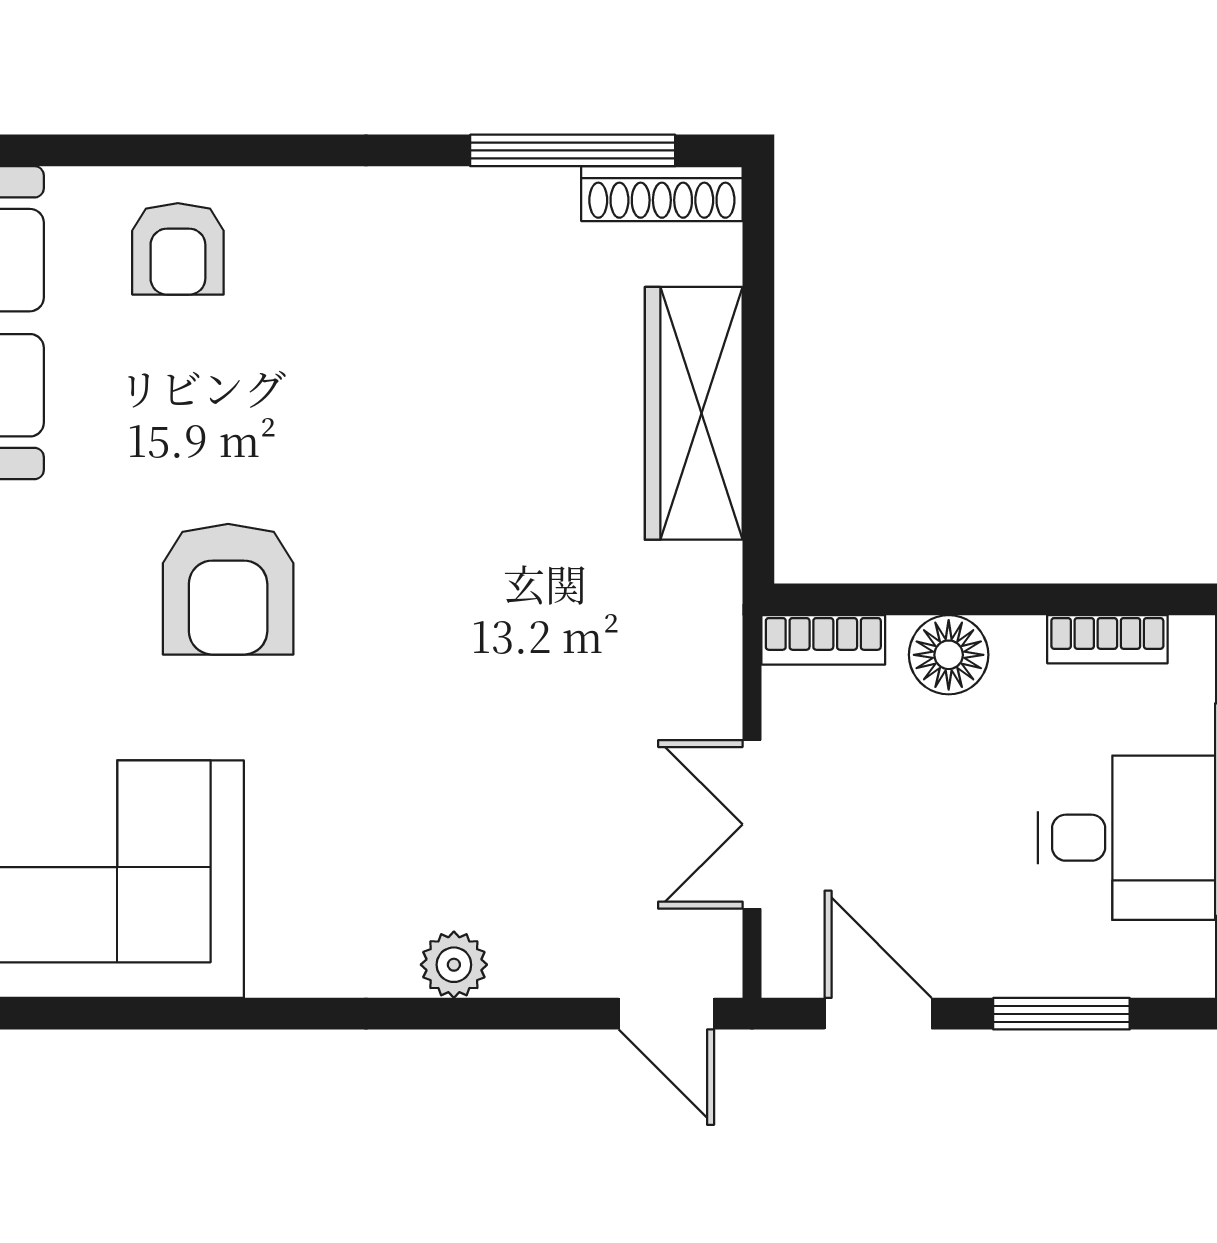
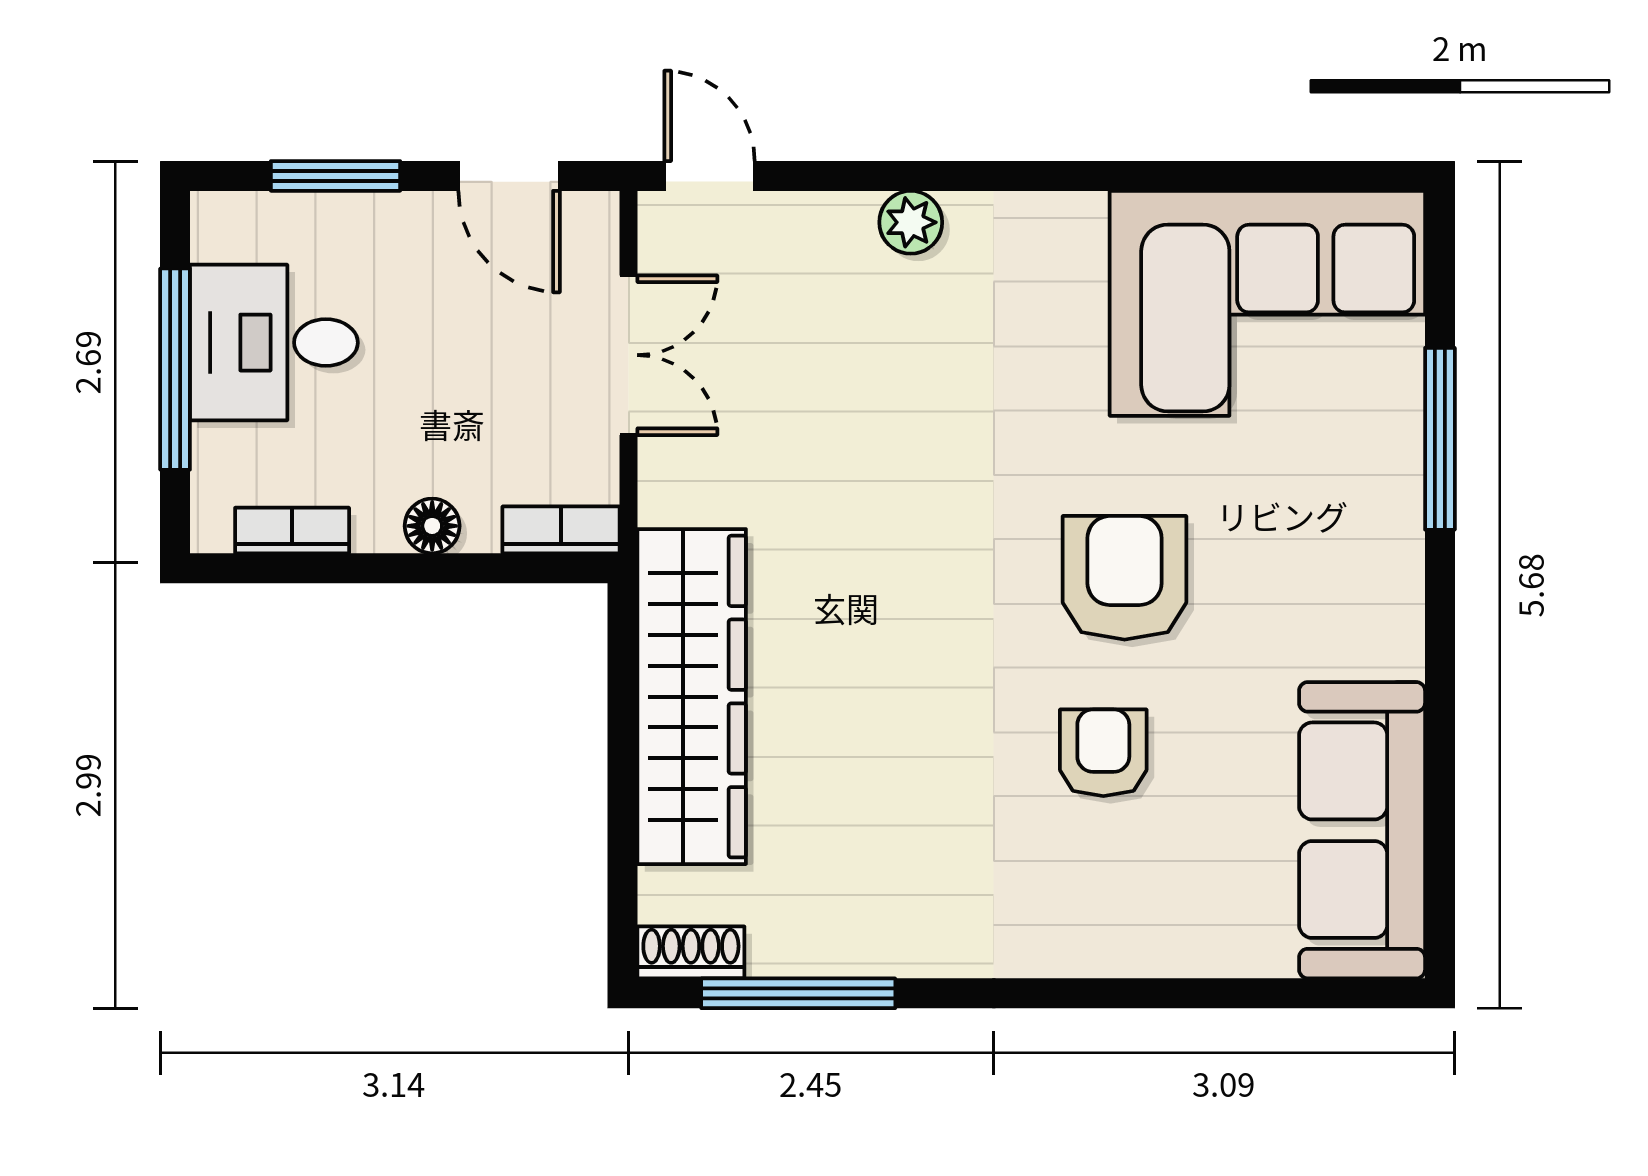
shoe rack: (662, 194) -> (691, 952), width x0.70
armchair: (178, 249) -> (1103, 753), moved
wardrobe: (694, 413) -> (692, 697), width x1.40, depth x1.17
floor lamp: (949, 655) -> (432, 526), width x0.73, depth x0.73

